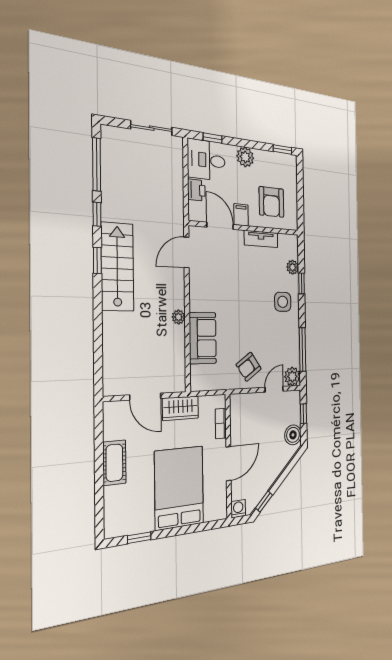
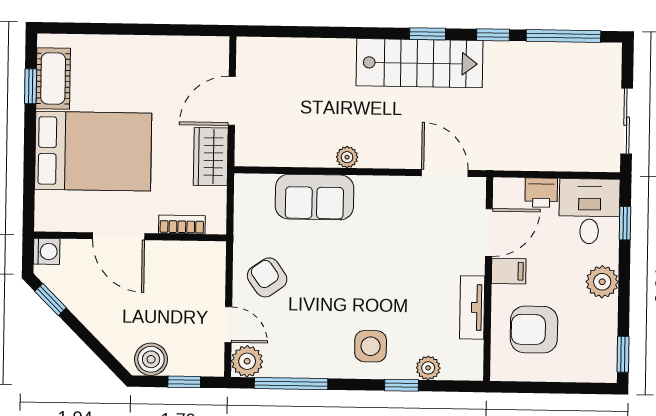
cot: (114, 463) -> (53, 78), moved, turned 90

